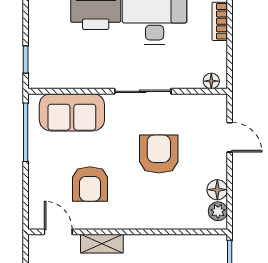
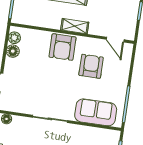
armchair: (159, 154) -> (62, 47), moved
shelving: (102, 244) -> (75, 26), moved

